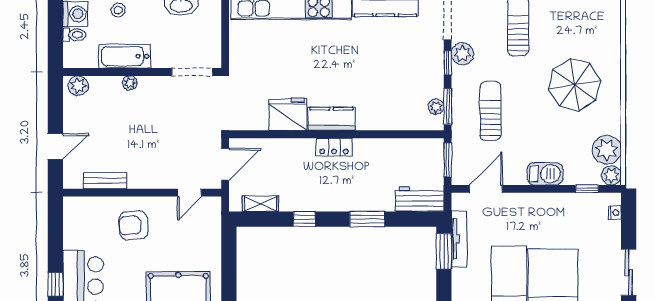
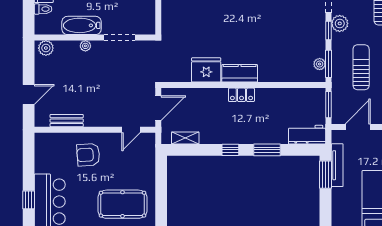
doorway: (192, 72) -> (119, 38), moved
window: (304, 219) -> (230, 150), moved

